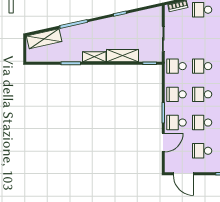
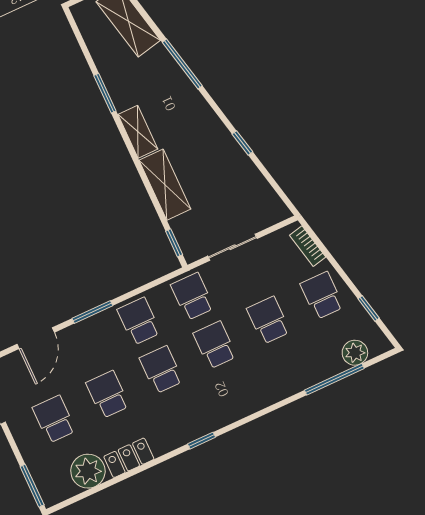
school desk: (177, 123) -> (268, 320), moved
door: (163, 143) -> (36, 338), hinge flipped

